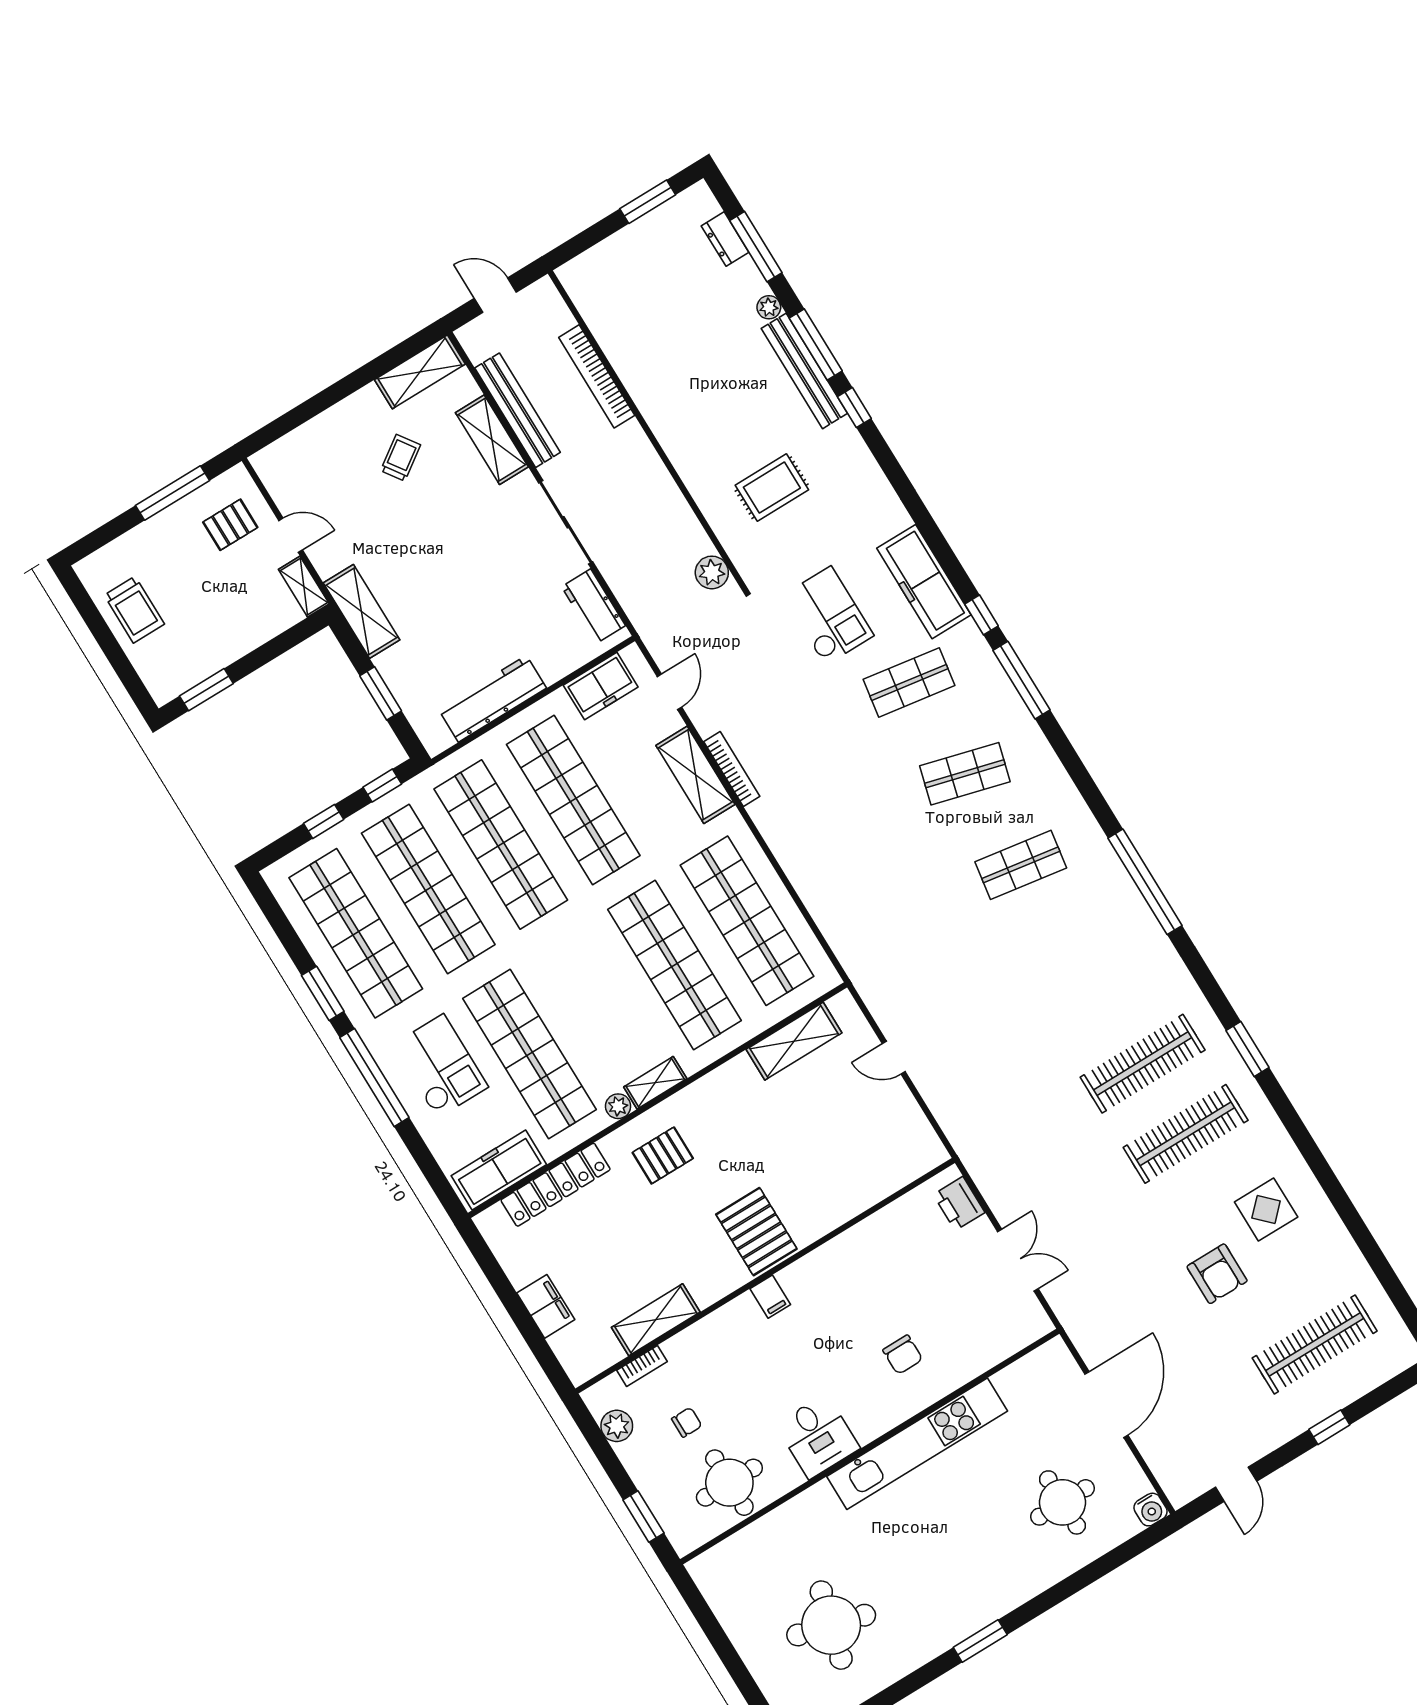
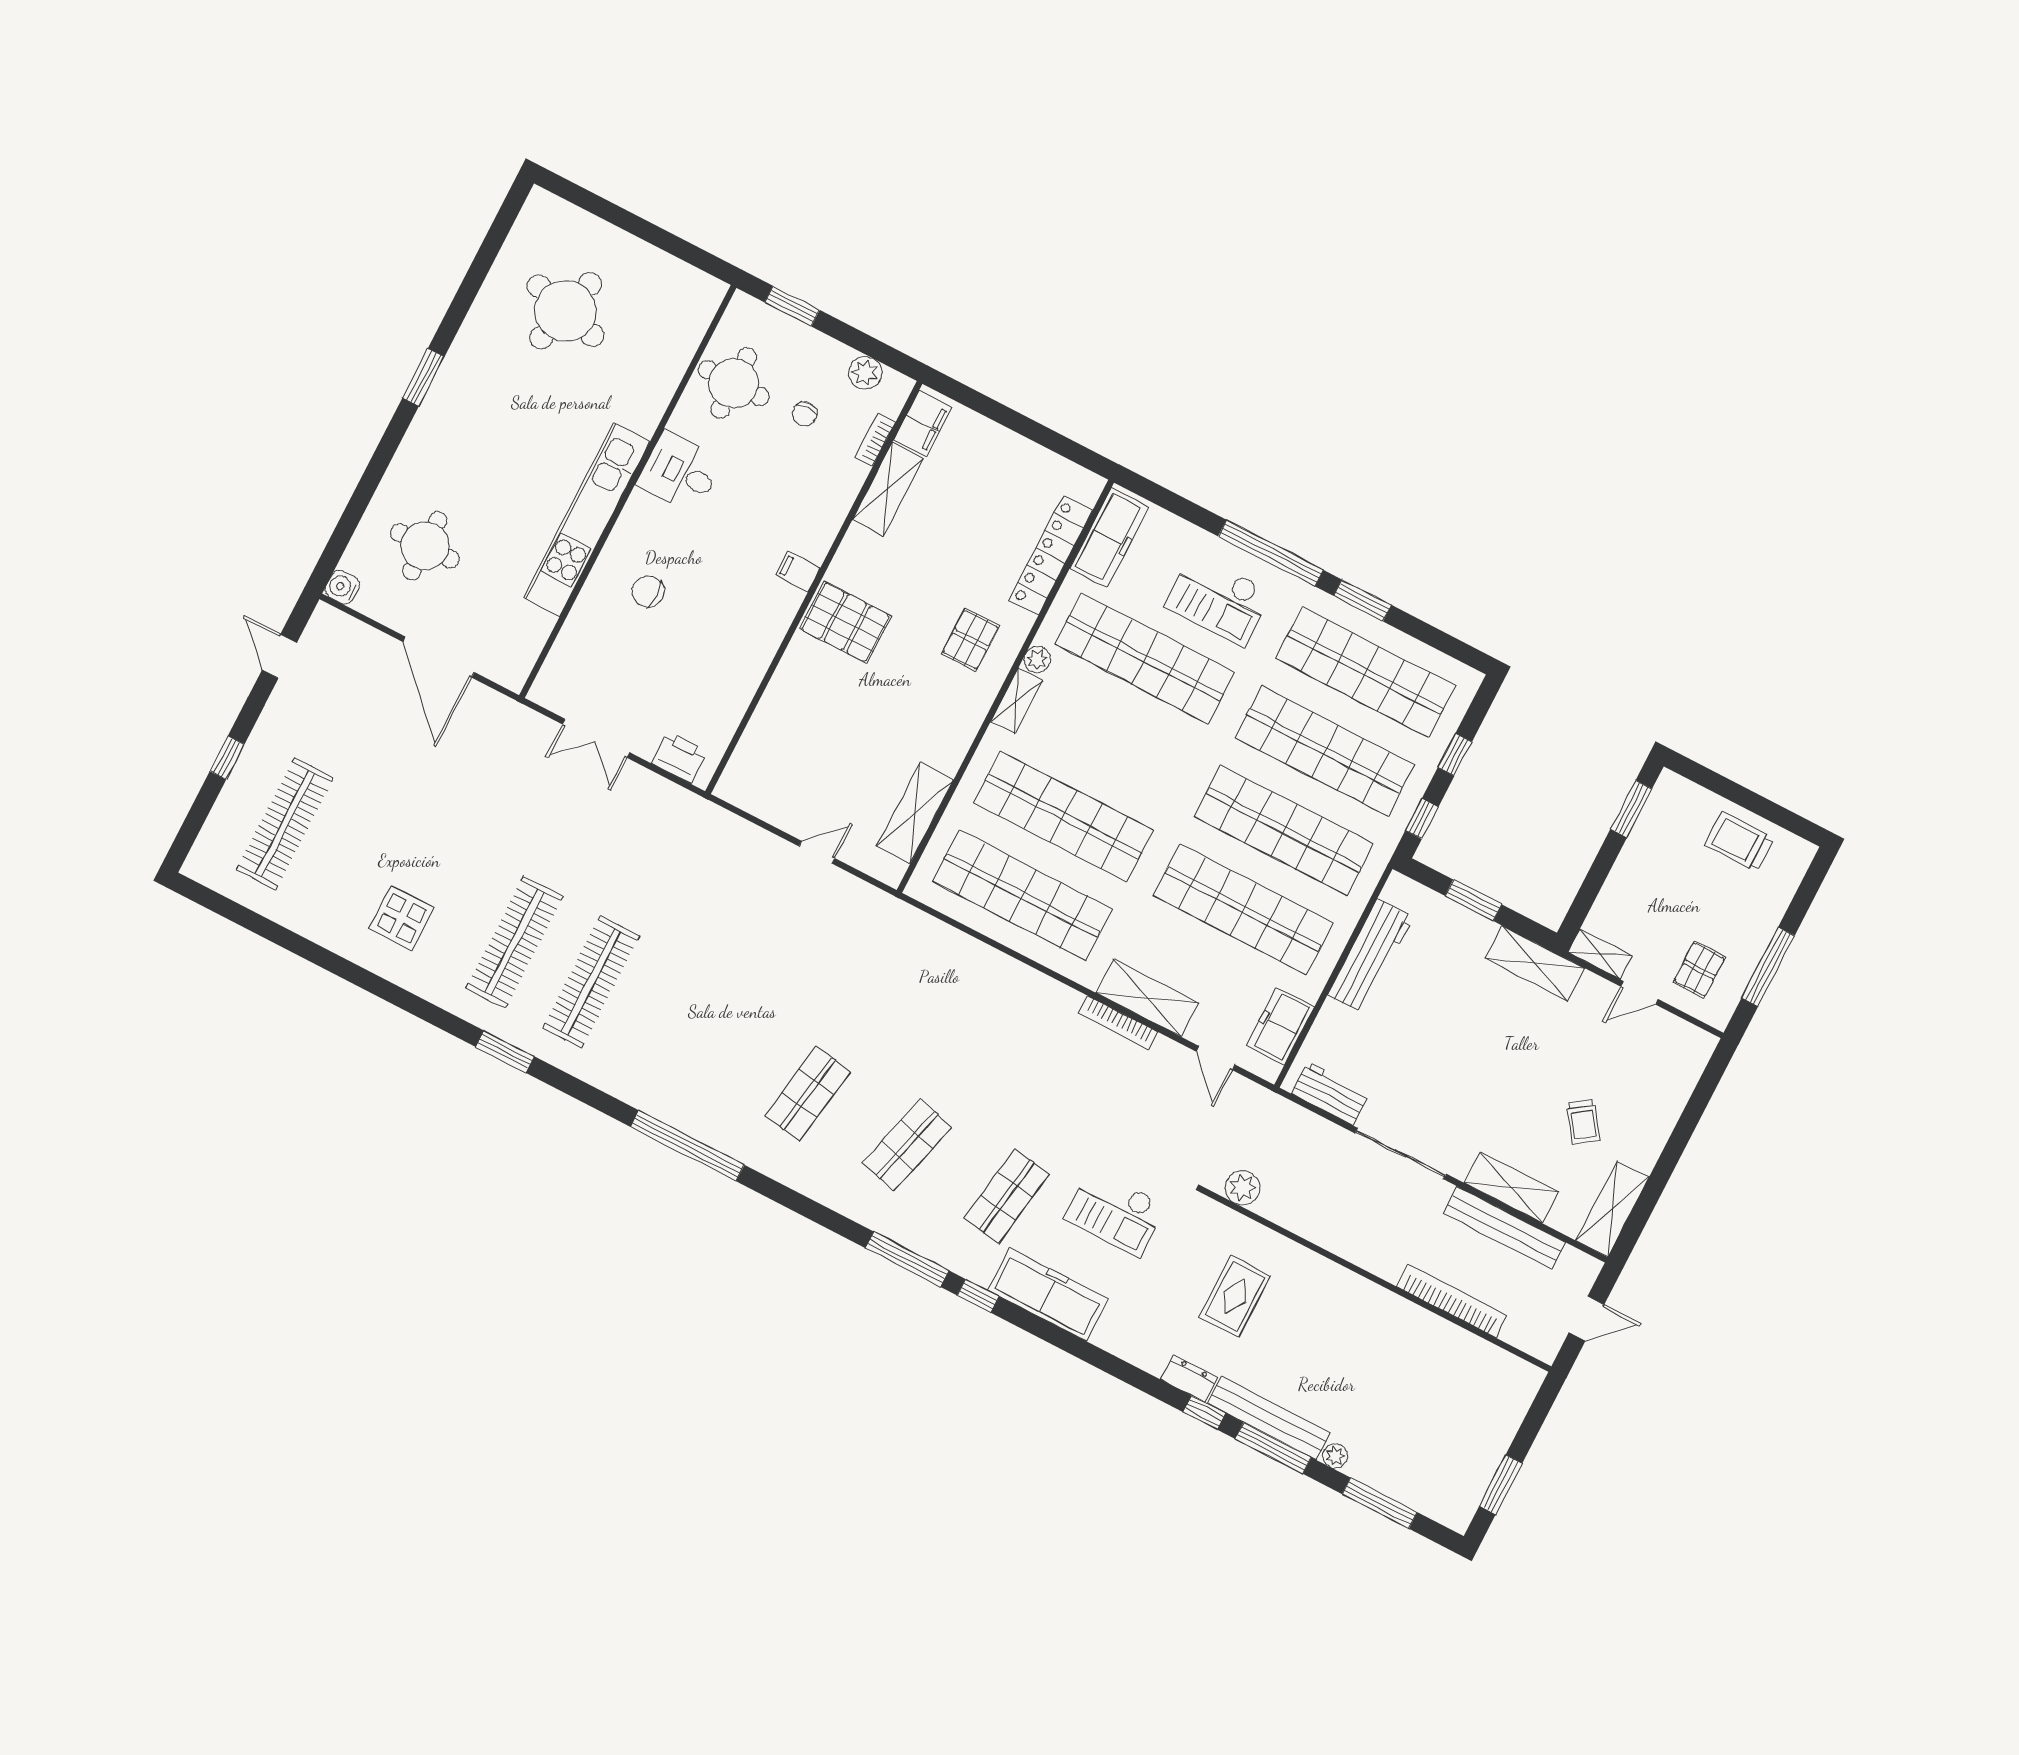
dresser: (725, 239) -> (1189, 1379), moved
armchair: (1217, 1274) -> (411, 834), removed
filing cabinet: (546, 1306) -> (923, 424), moved, turned -90

